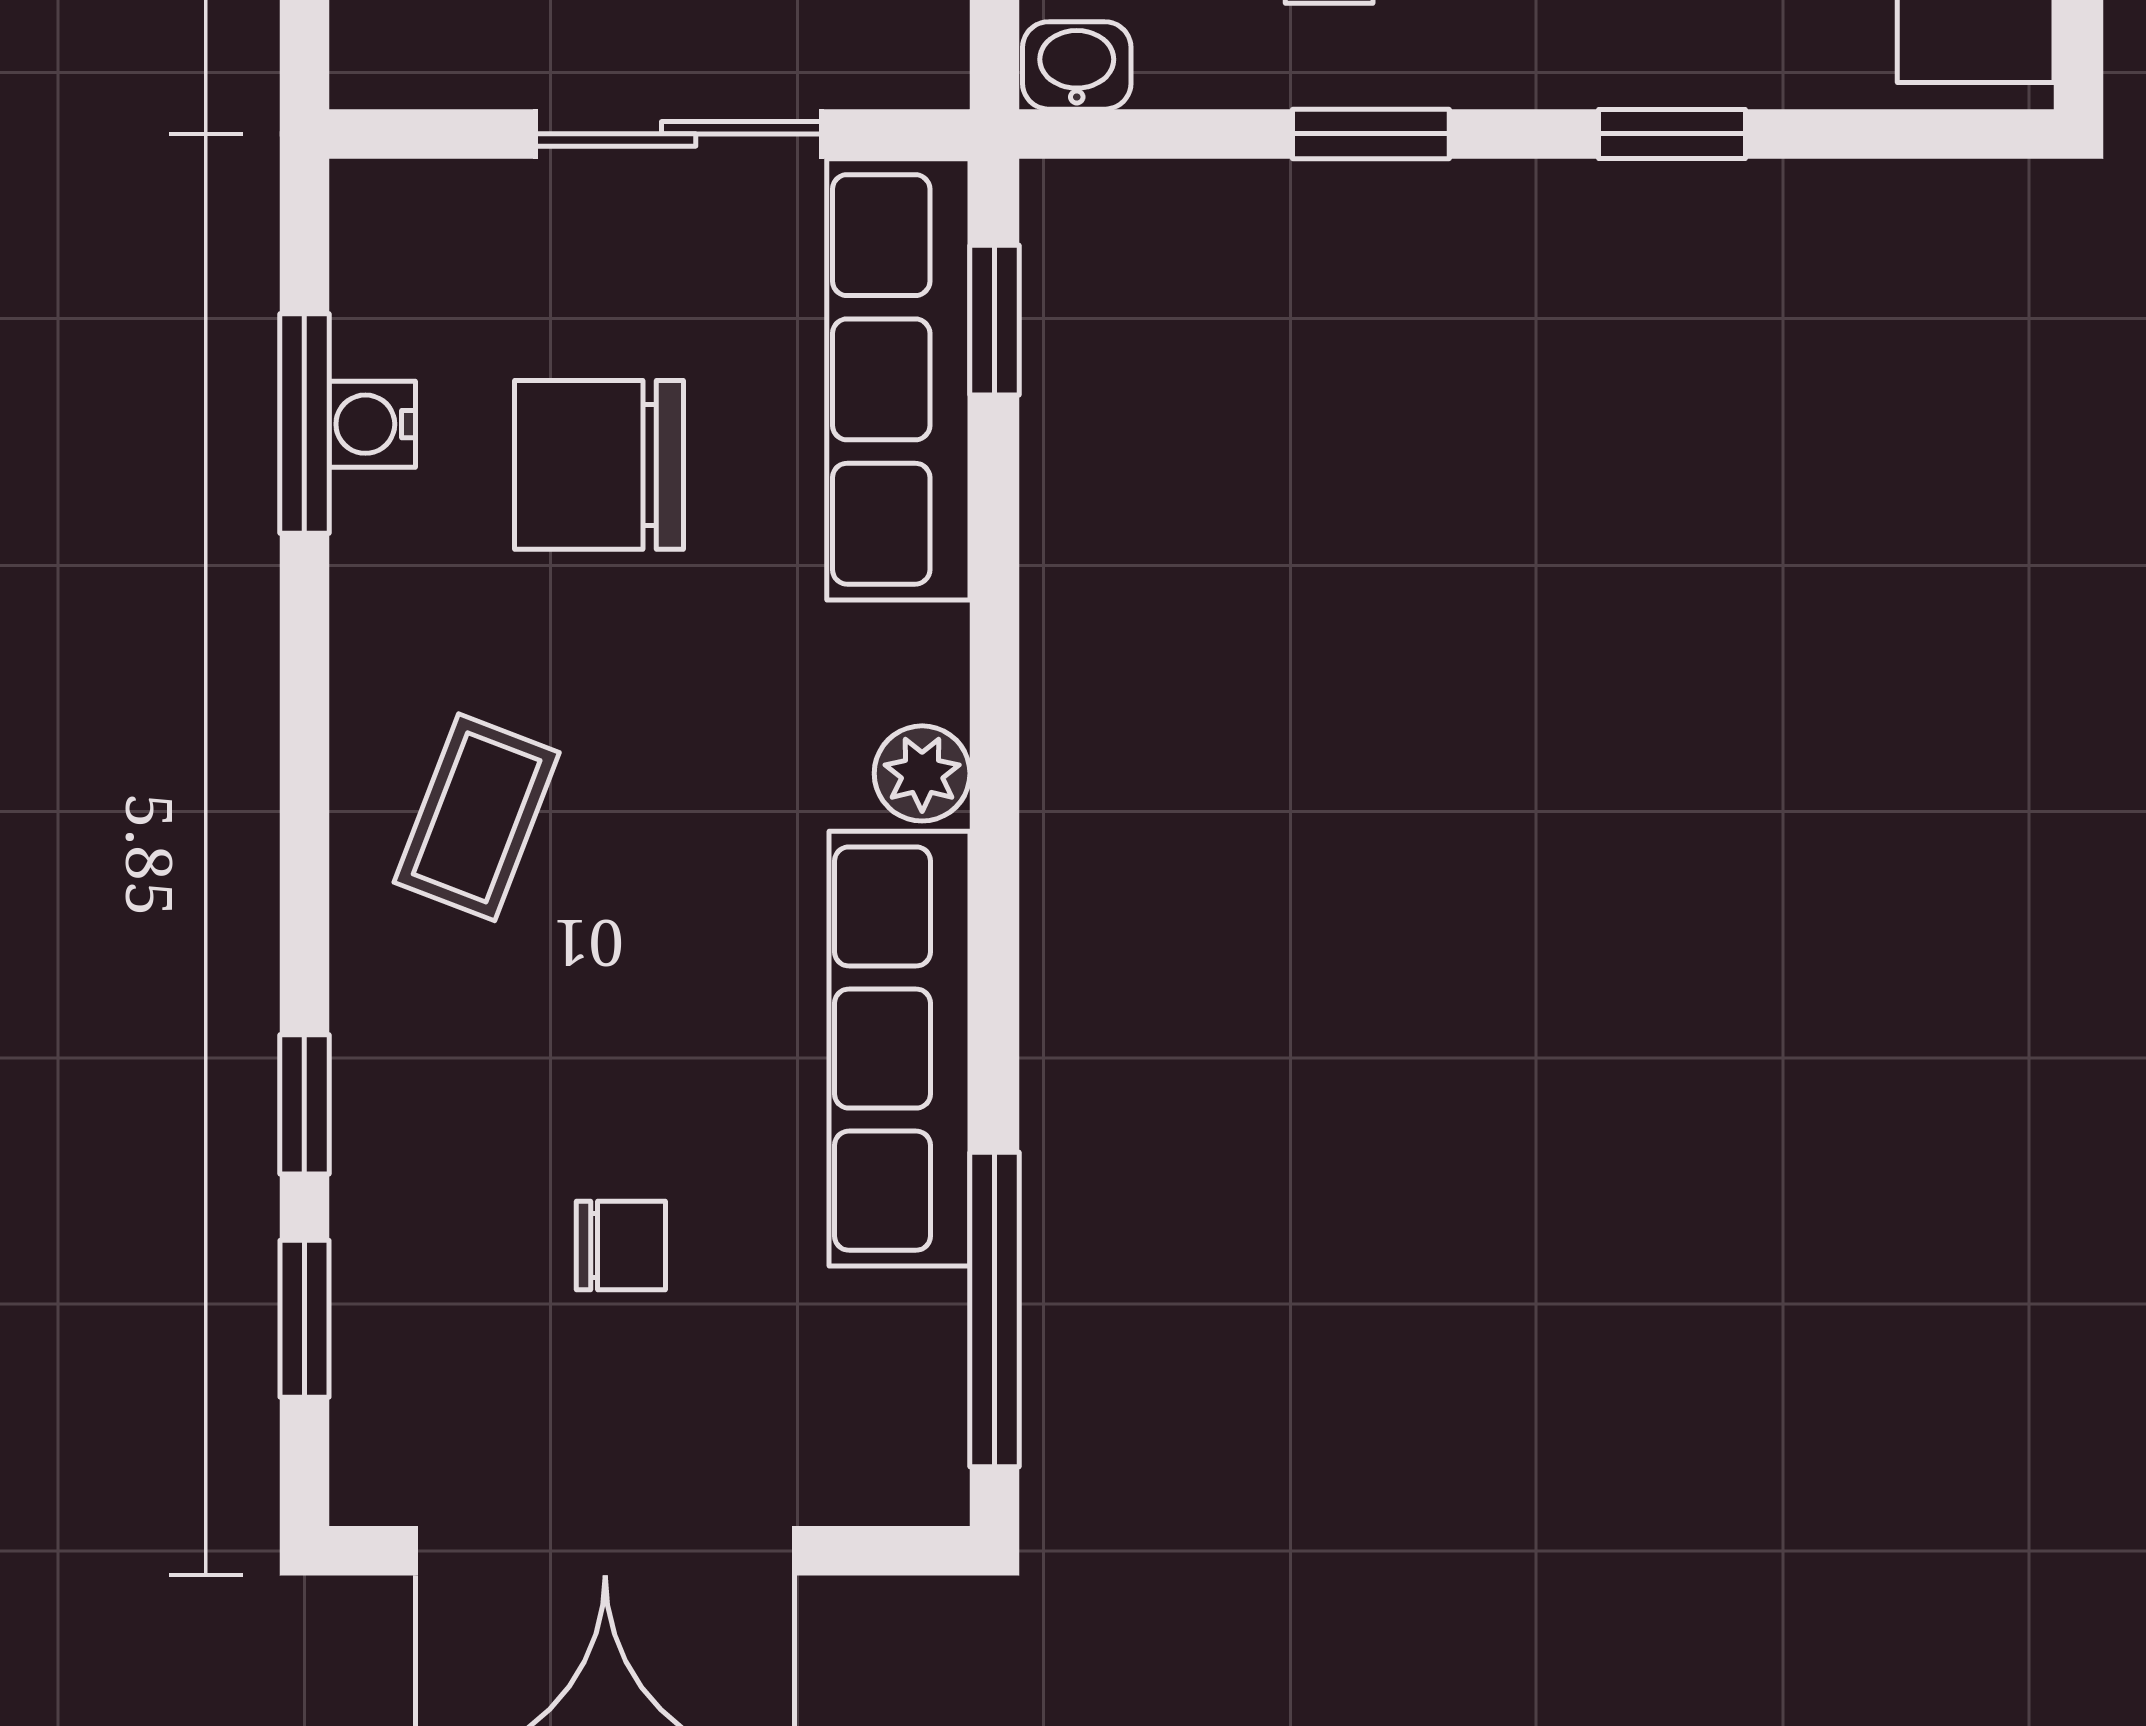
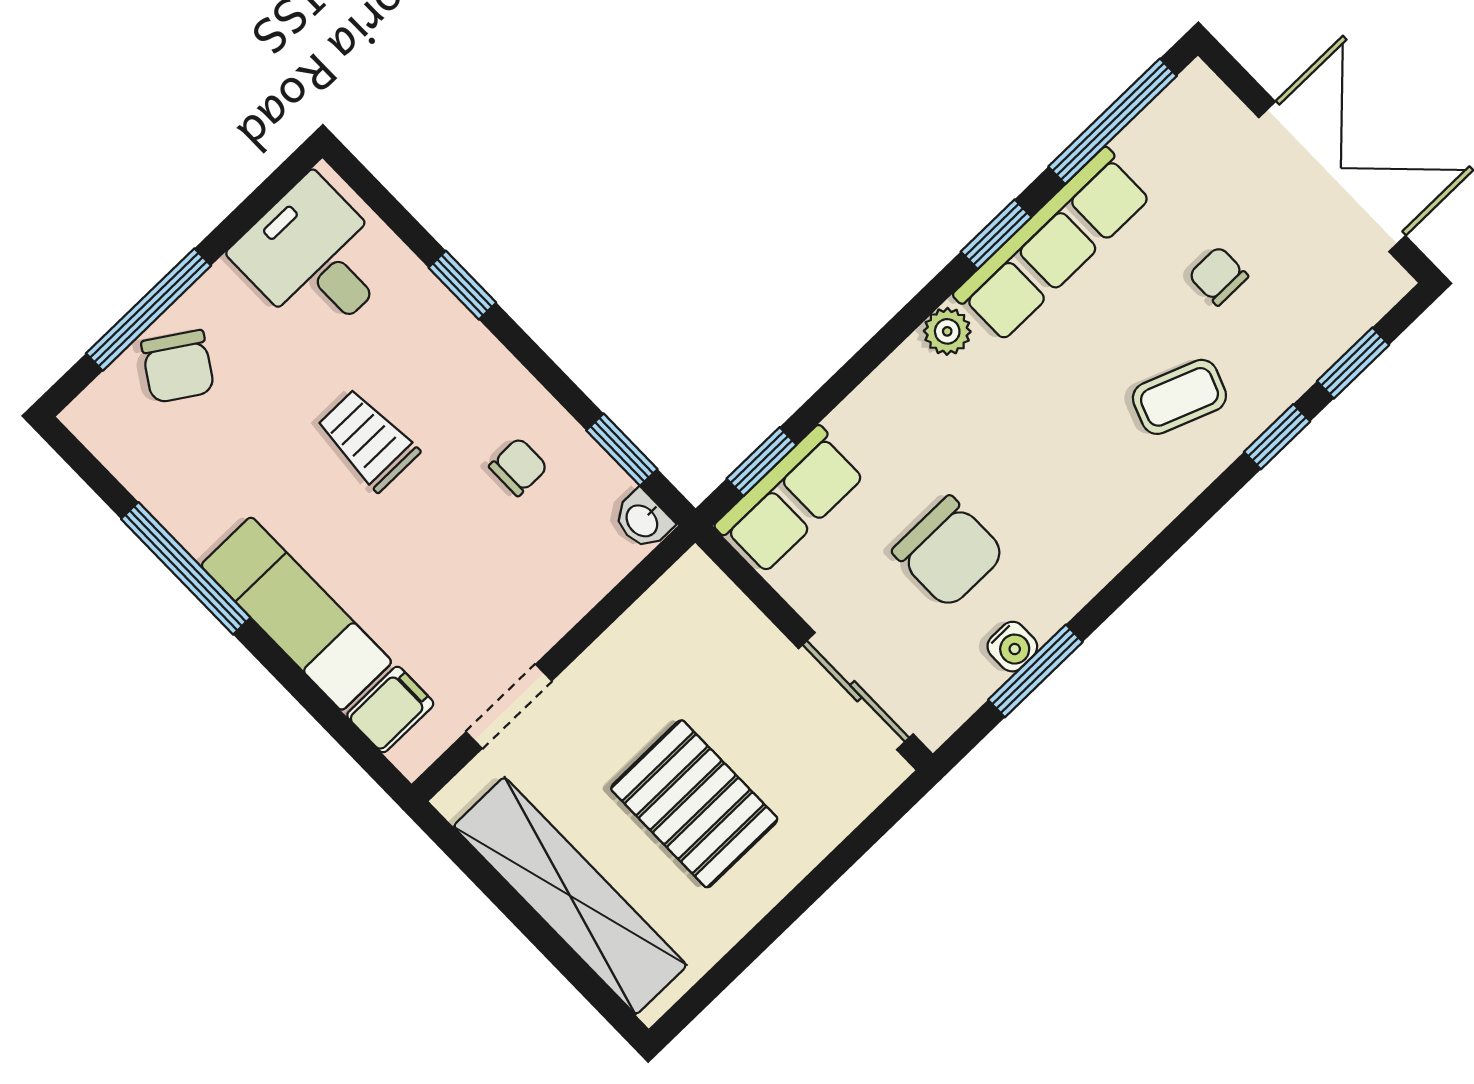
sliding door: (679, 134) -> (856, 691), moved
window: (1371, 134) -> (622, 450), moved
row of seats: (898, 379) -> (790, 500), width x0.68
coffee table: (477, 817) -> (1179, 397), moved
window: (994, 981) -> (996, 234), added

